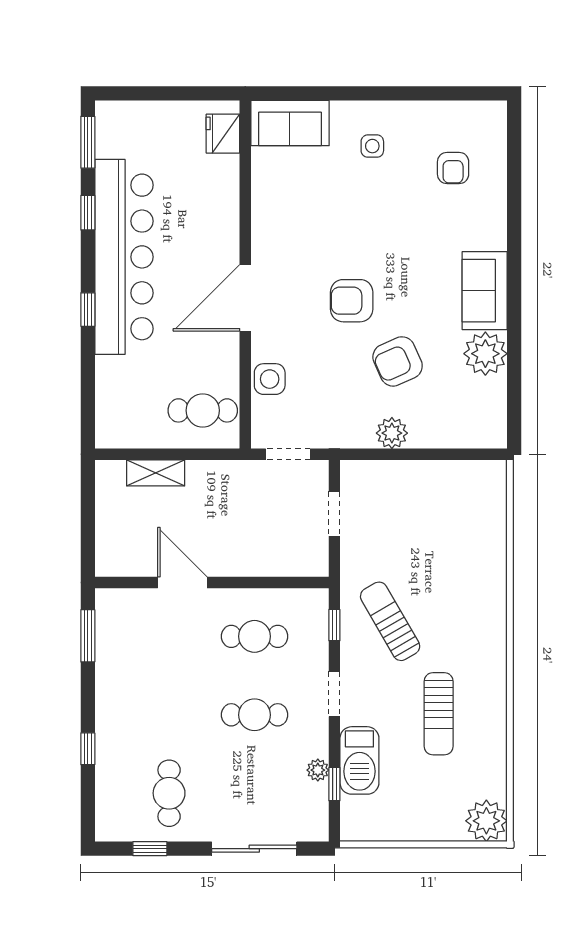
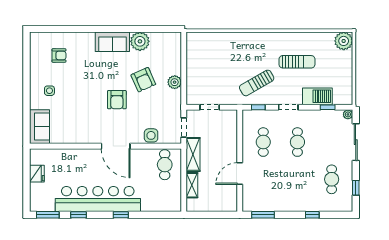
fridge: (223, 134) -> (37, 174), moved, turned -90
shelving: (226, 476) -> (193, 154), added
plant: (318, 770) -> (348, 114), moved
cafe table: (169, 793) -> (332, 179), turned 90

